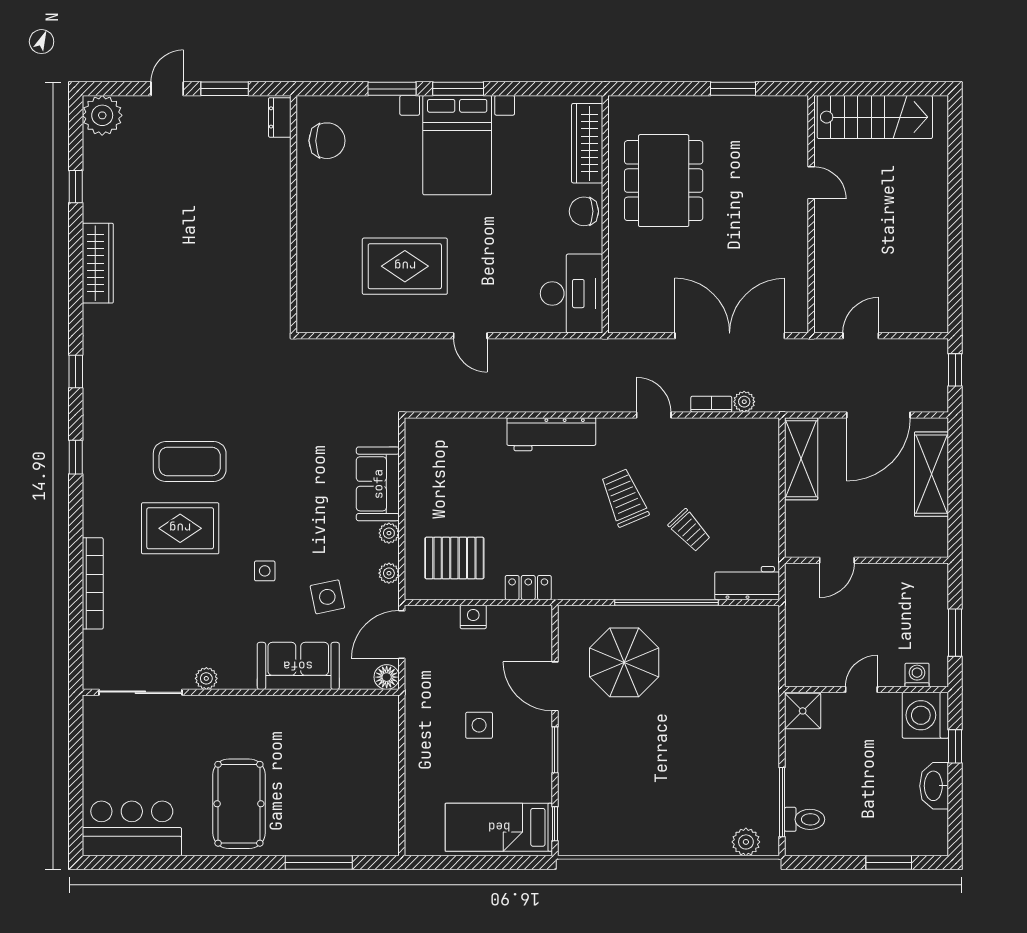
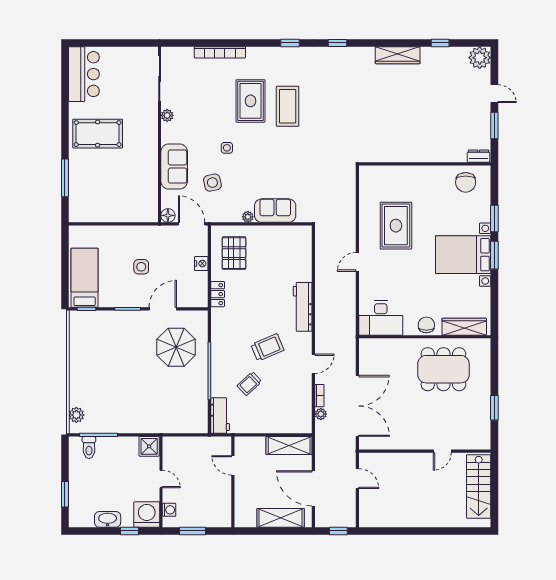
plant: (389, 573) -> (226, 217), removed

